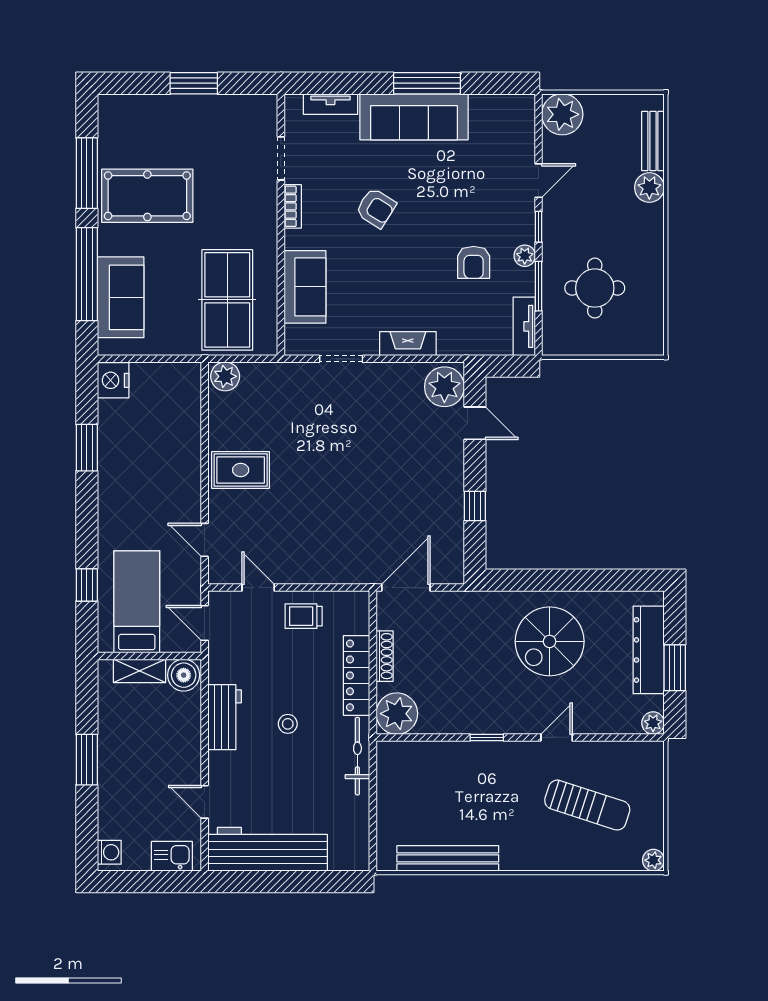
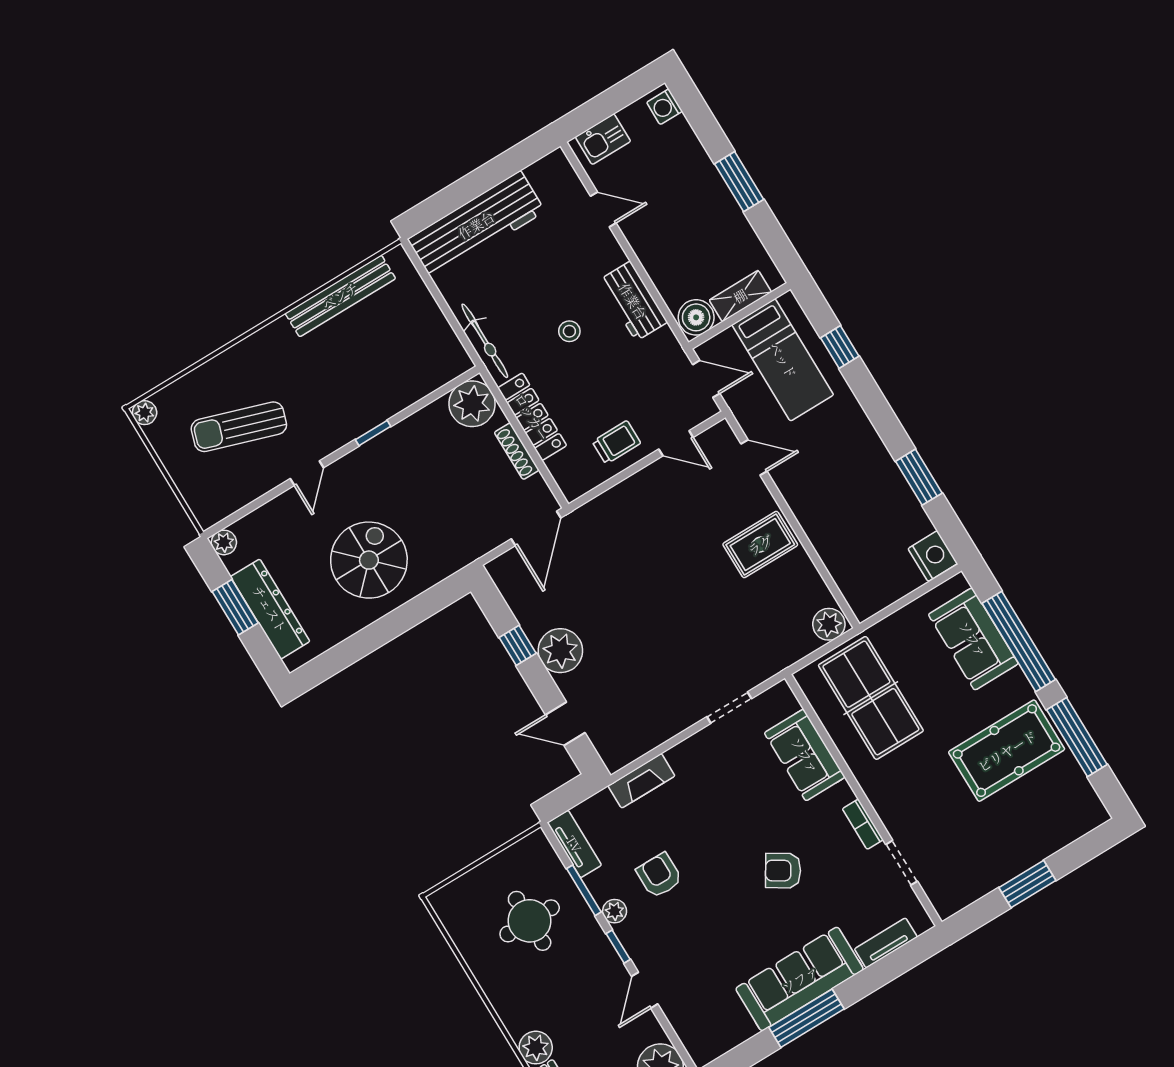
fireplace: (408, 344) -> (641, 781), moved
plant: (444, 387) -> (560, 651), moved
workbench: (268, 849) -> (476, 225), moved

